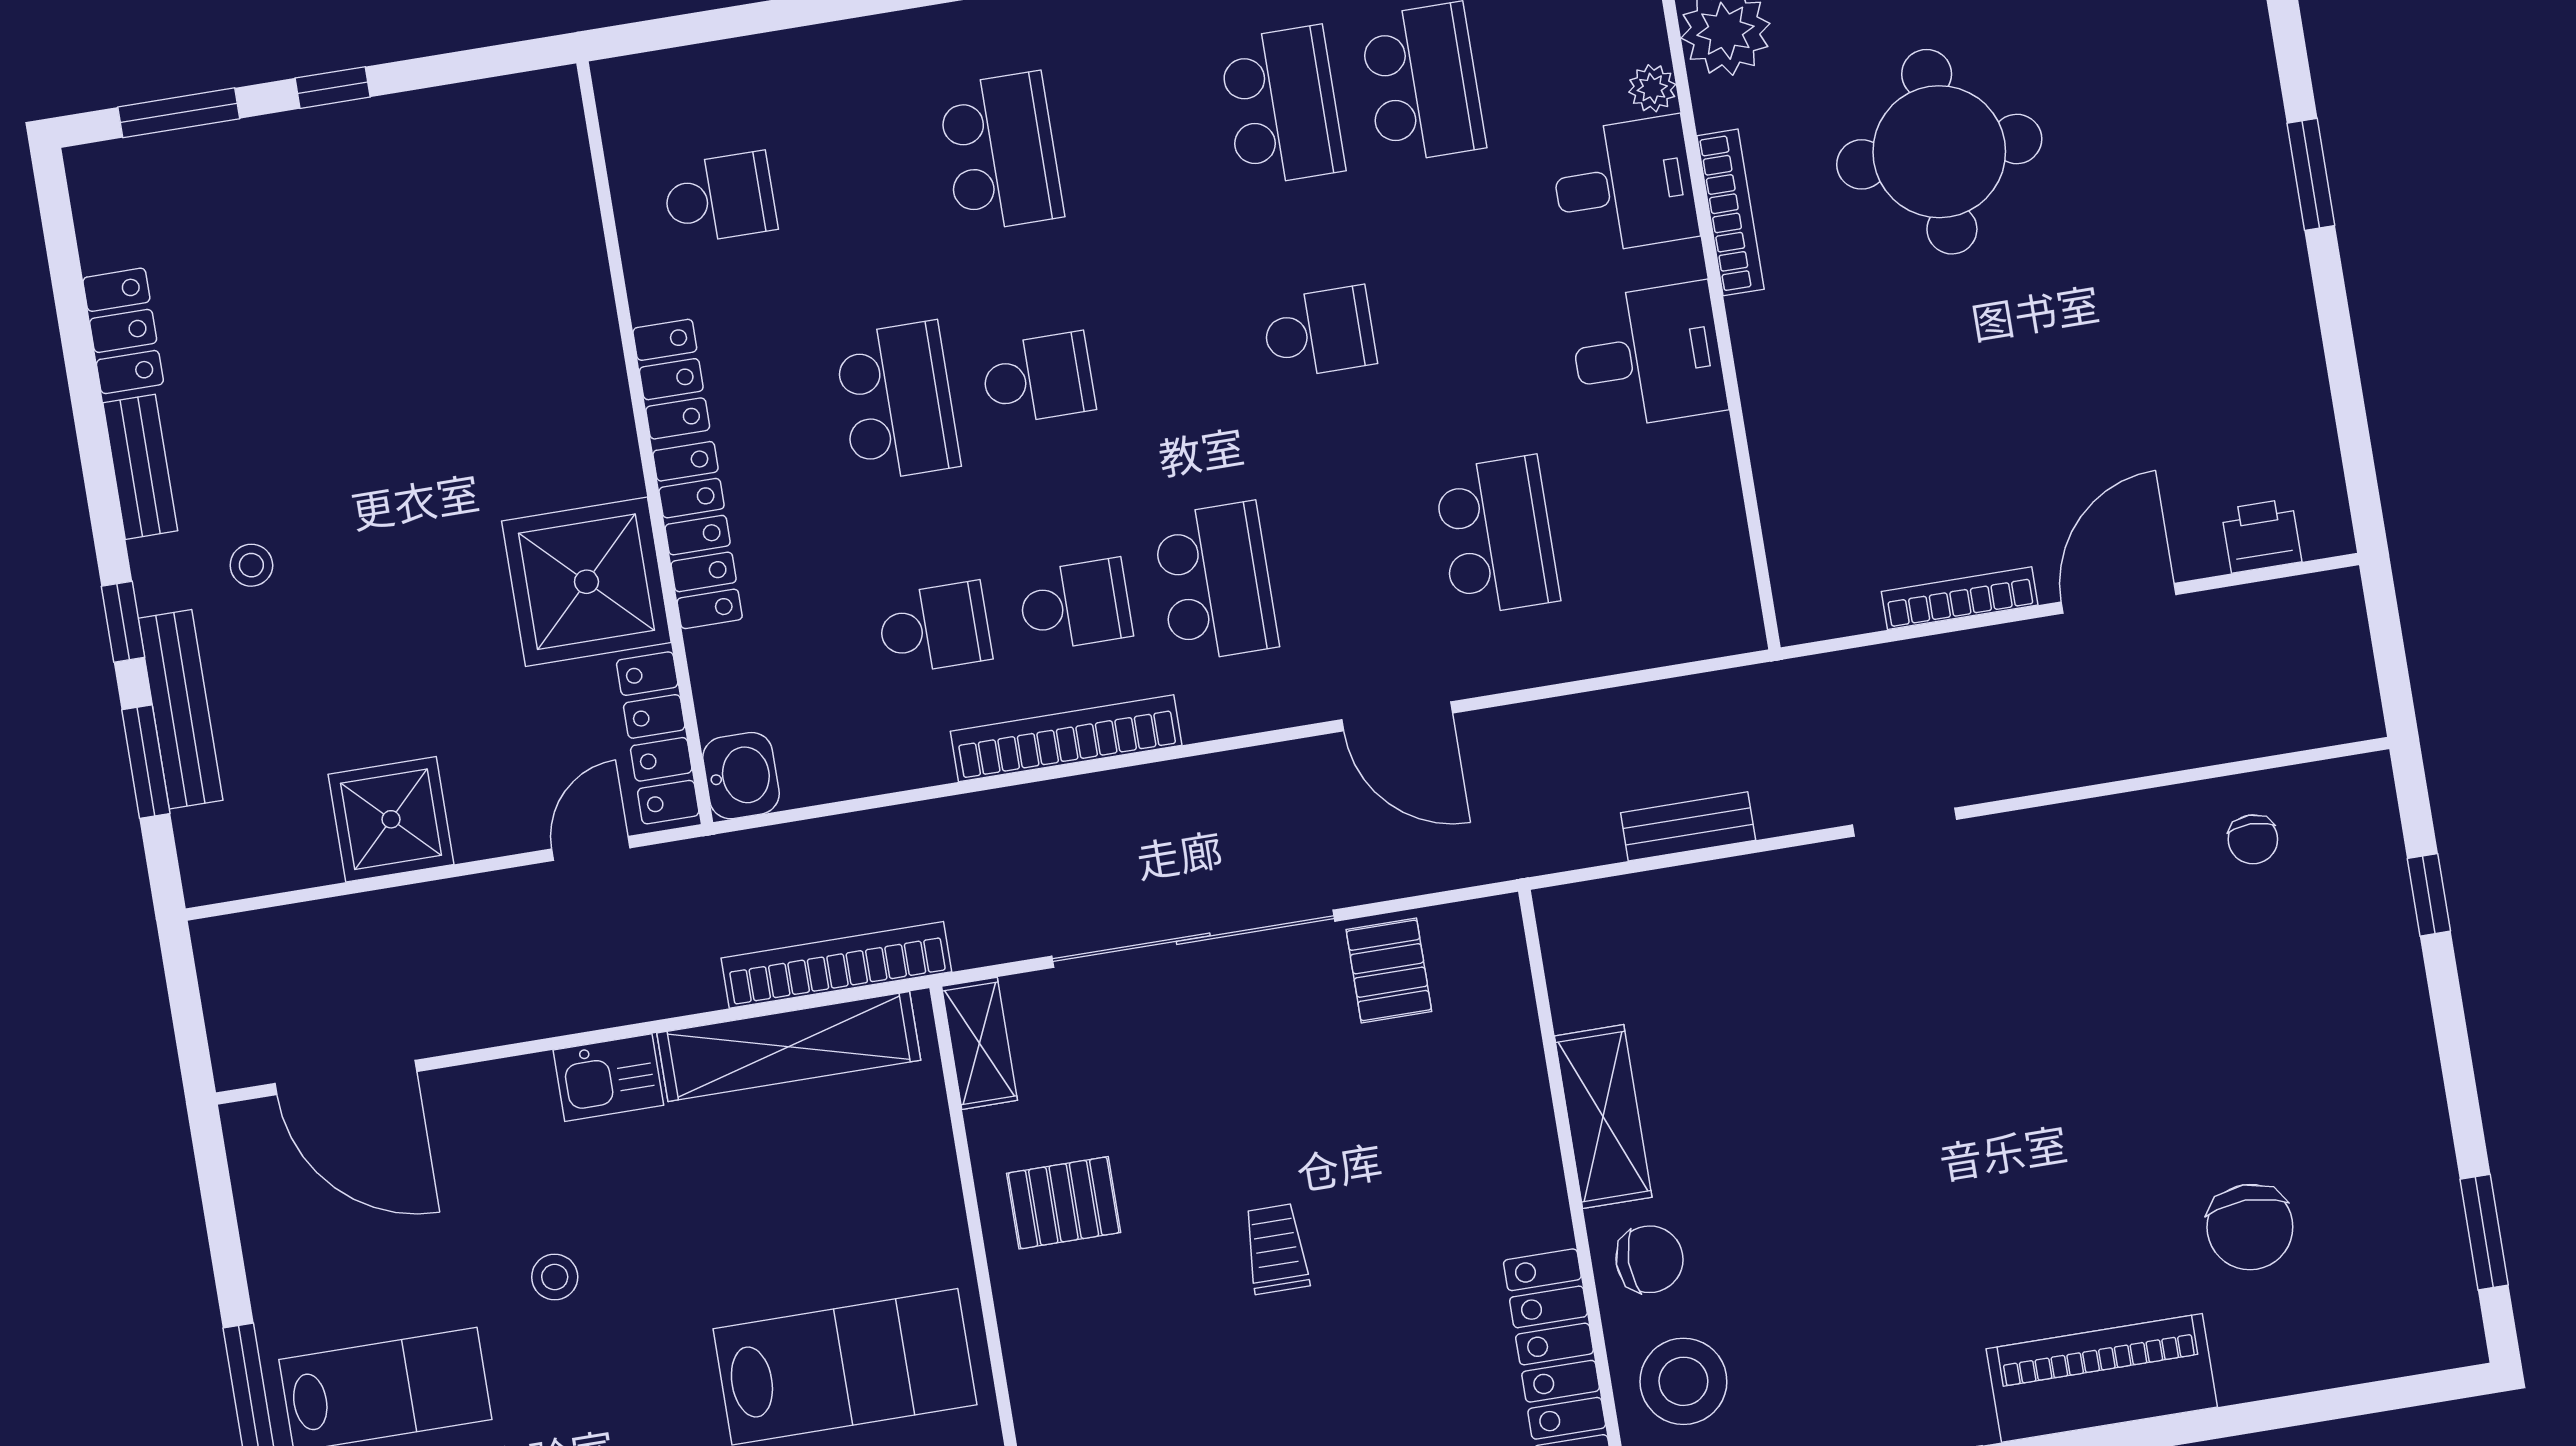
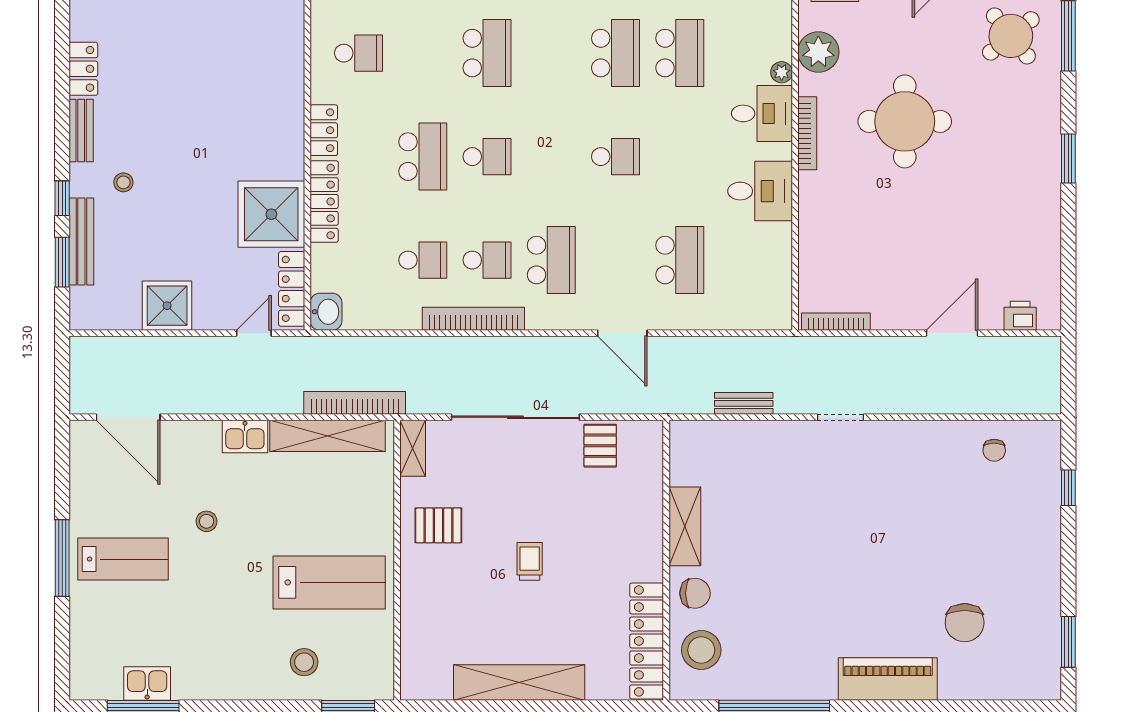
bookcase: (1960, 598) -> (836, 322), moved

